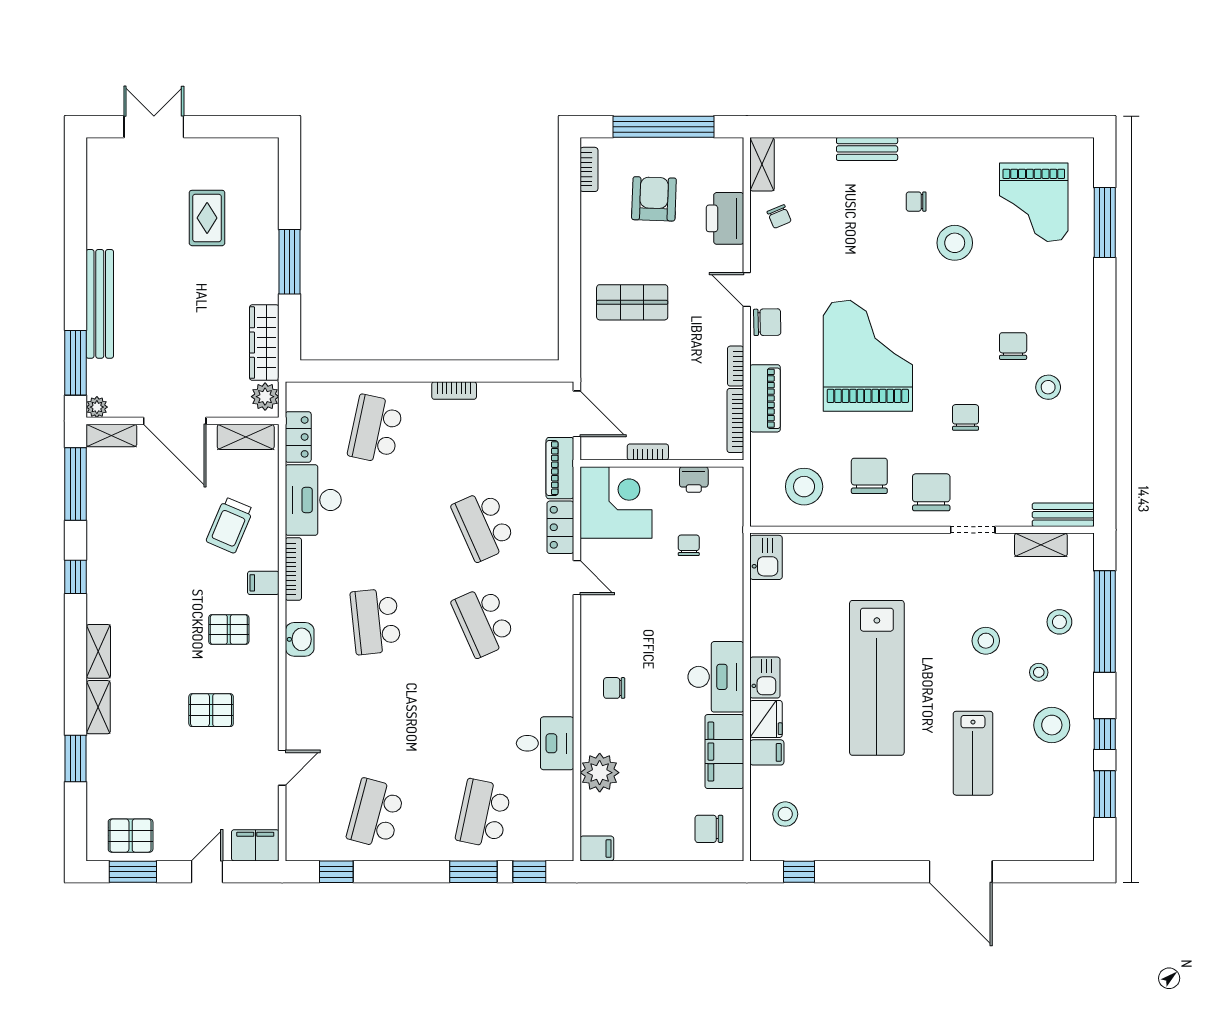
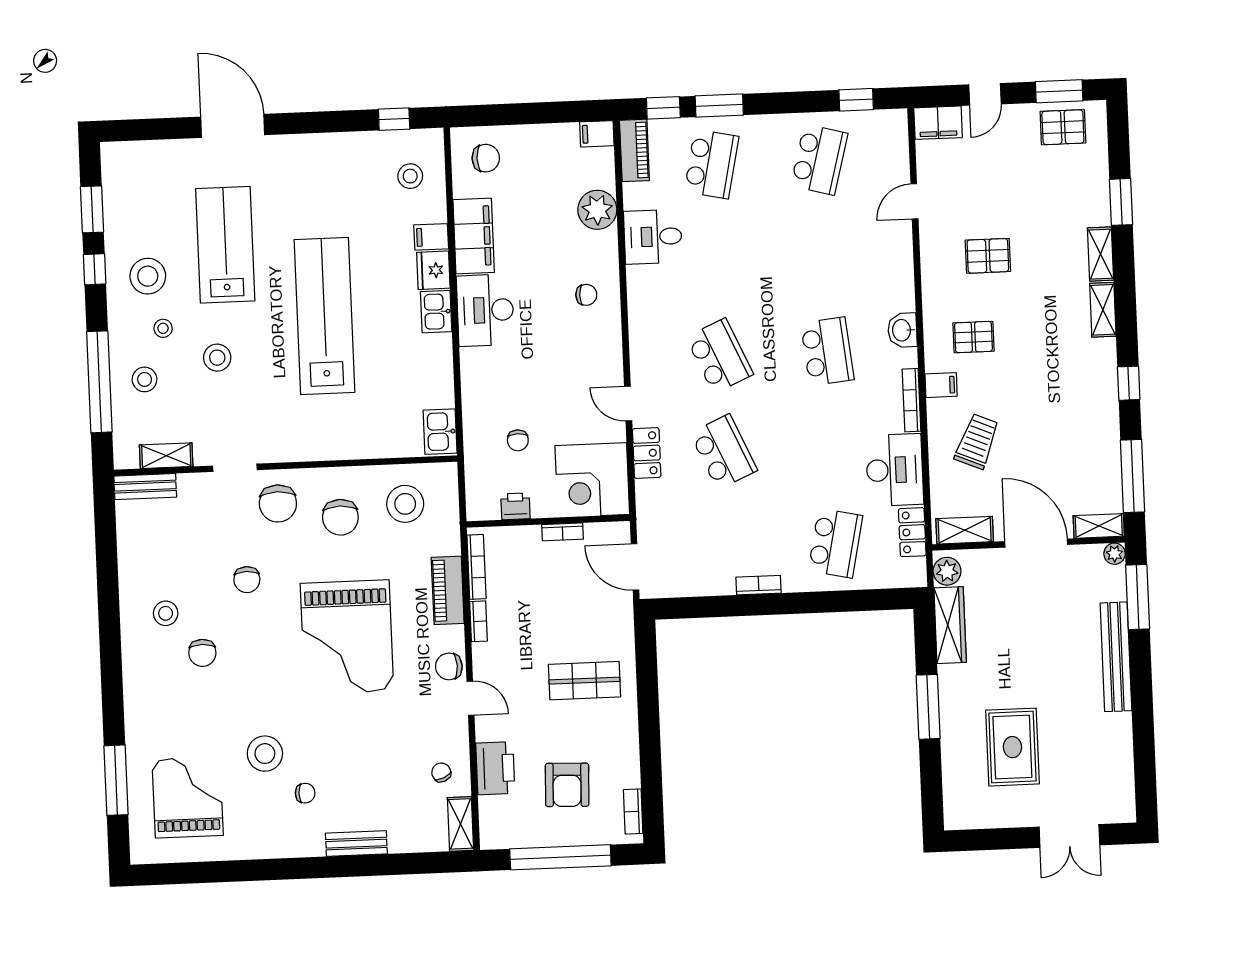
rug: (207, 218) -> (1012, 747), width x1.36, depth x1.43
piano: (560, 468) -> (634, 150), moved
lab bench: (973, 753) -> (225, 245), width x1.36, depth x1.39

